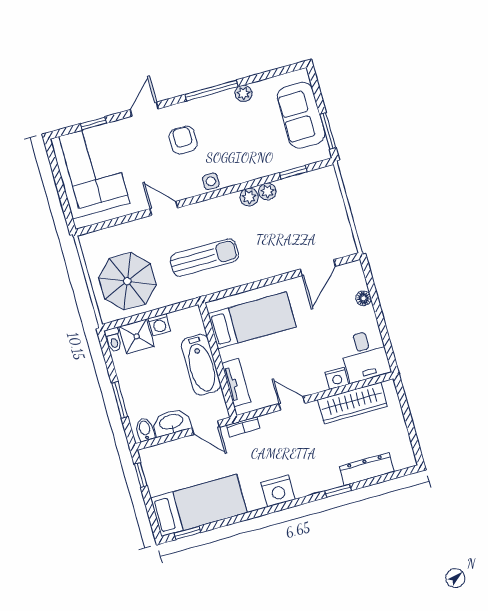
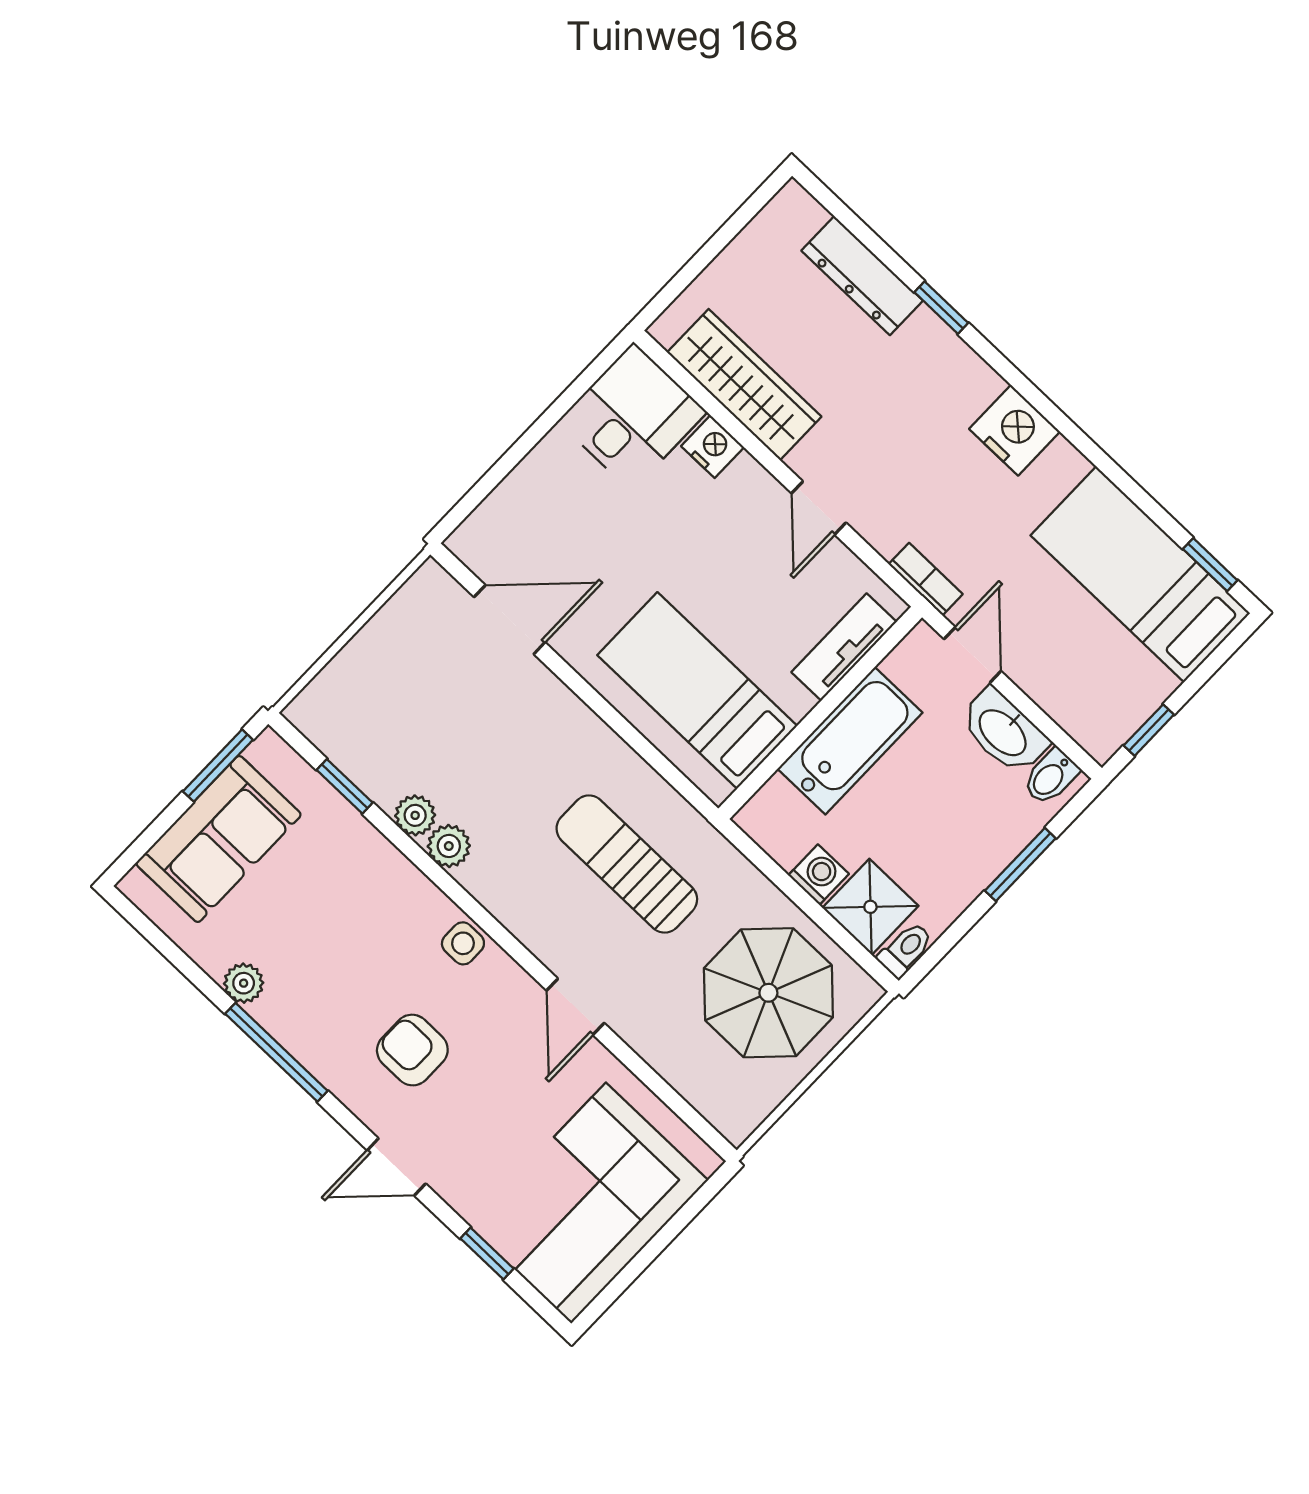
armchair: (183, 140) -> (412, 1050), turned 90
floor lamp: (364, 298) -> (517, 489), removed

